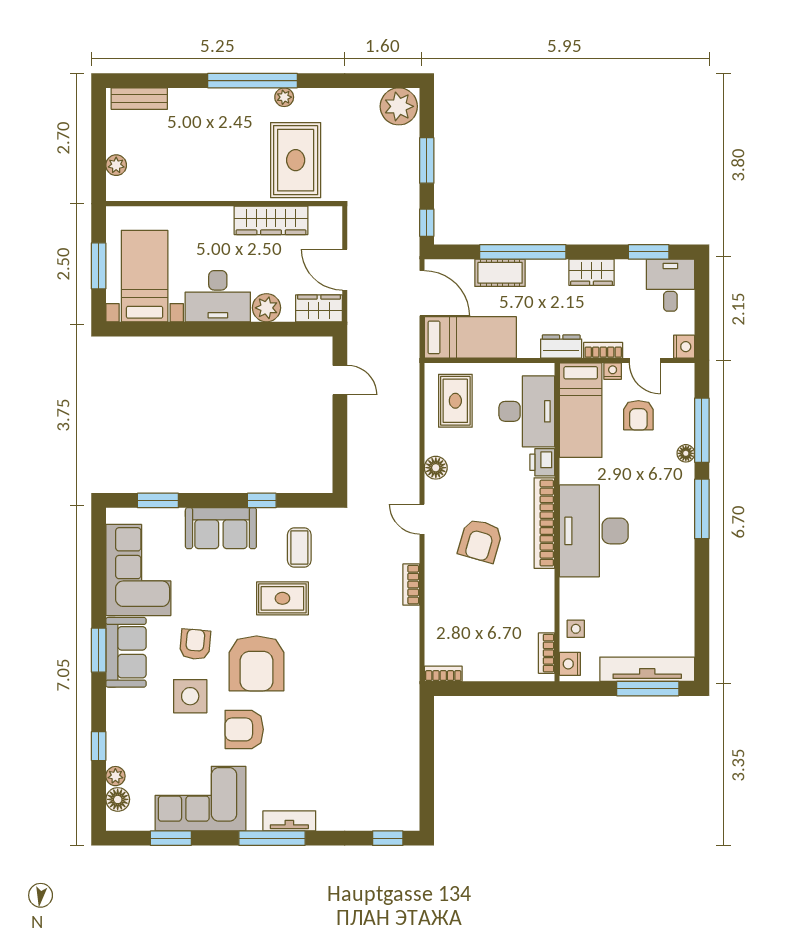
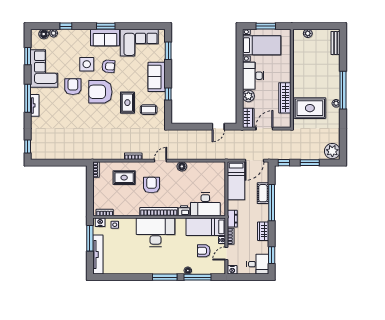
rug: (455, 401) -> (124, 178), moved
armchair: (480, 541) -> (151, 185), turned 74
window: (648, 689) -> (90, 238), moved

